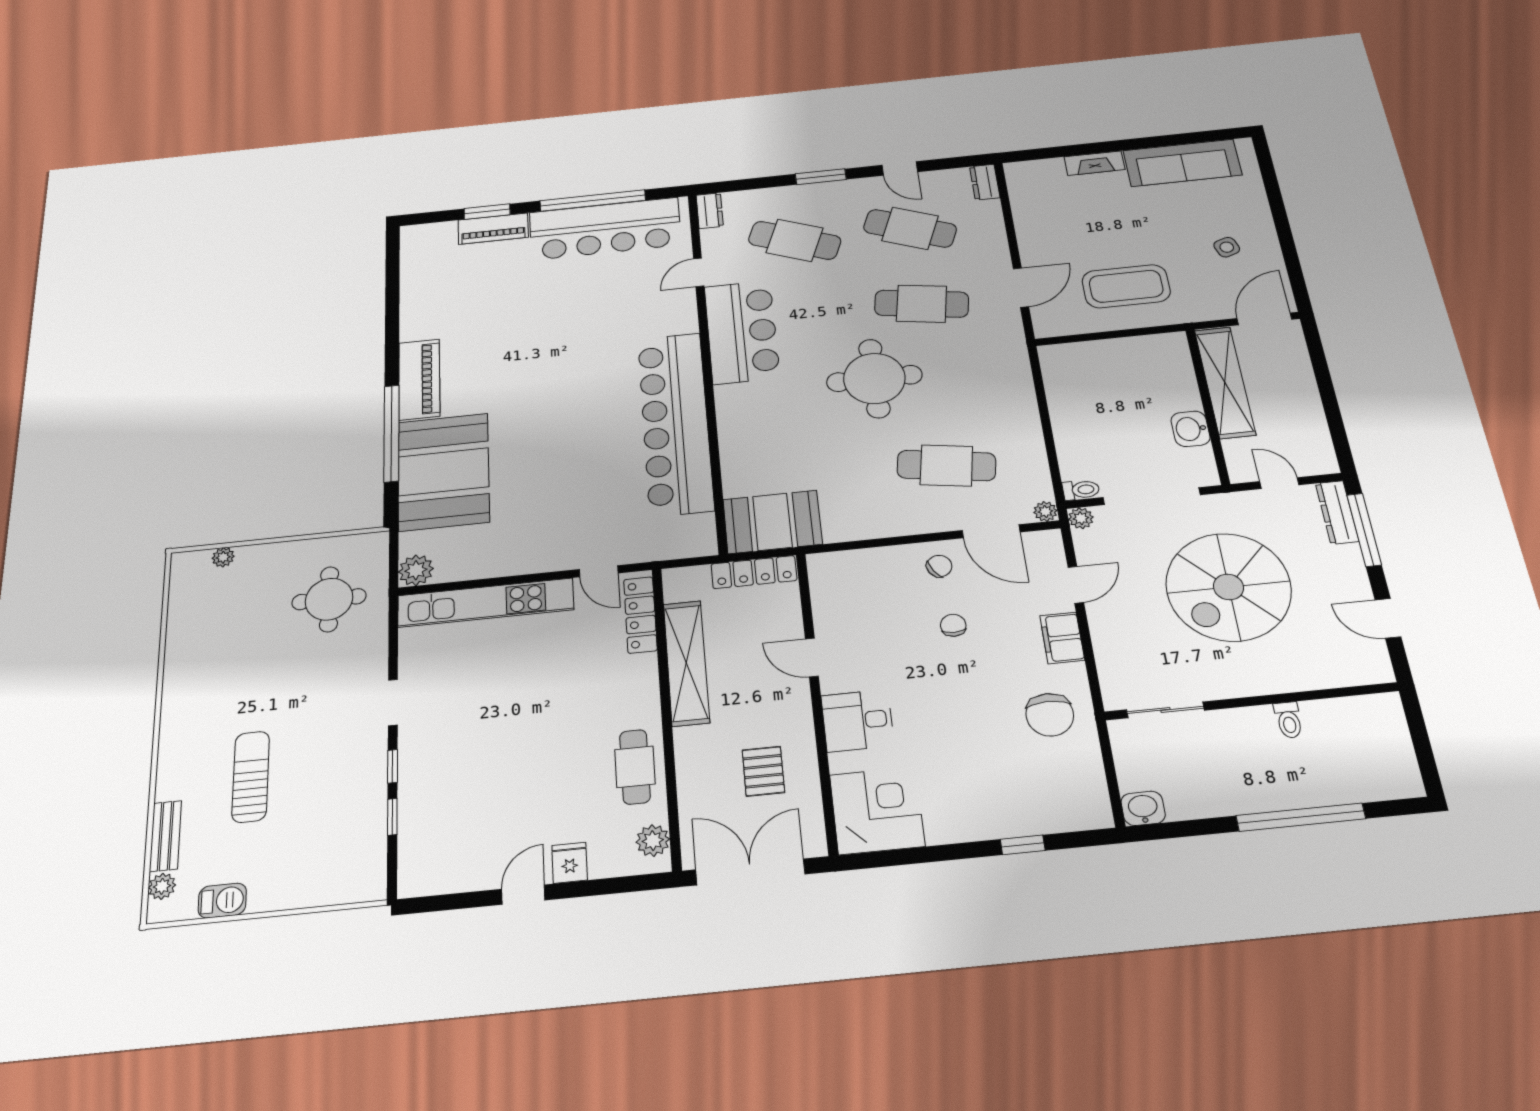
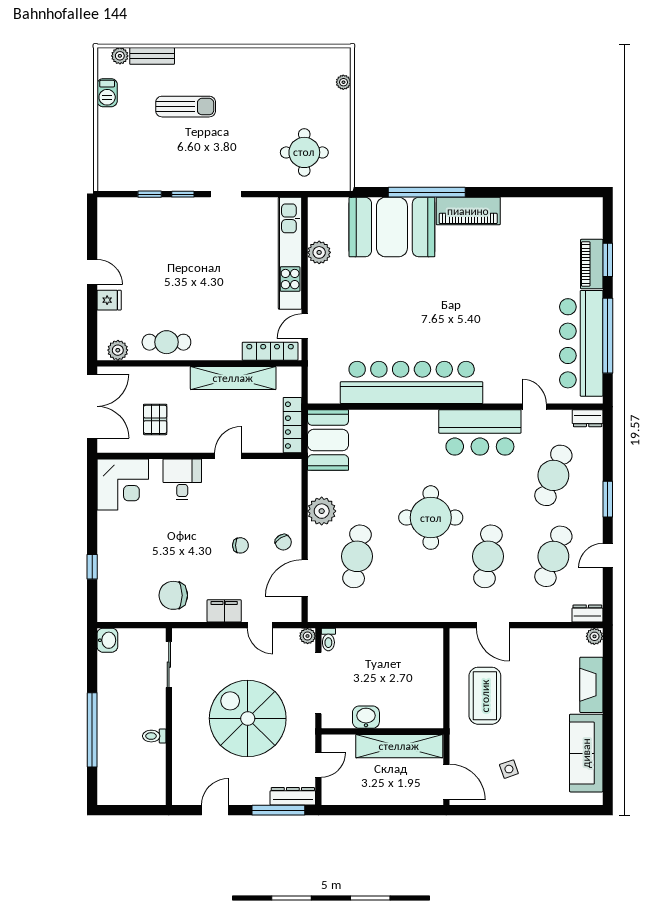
fireplace: (1095, 163) -> (591, 685), width x1.37, depth x1.32
plant: (1016, 171) -> (594, 636), added
plant: (1045, 511) -> (322, 511), moved, width x1.88, depth x1.88
plant: (416, 570) -> (319, 252), moved
pallet: (763, 771) -> (155, 419), turned 90

